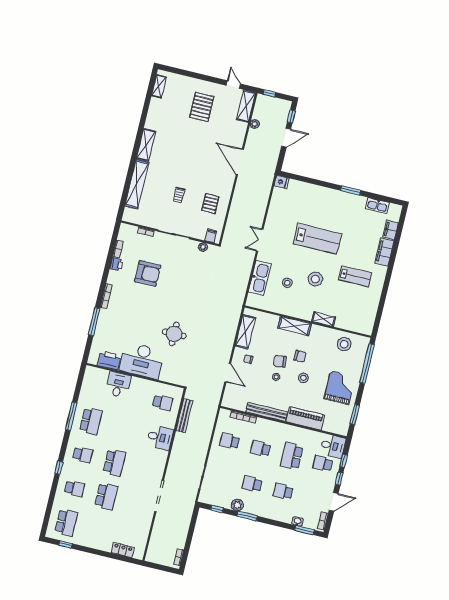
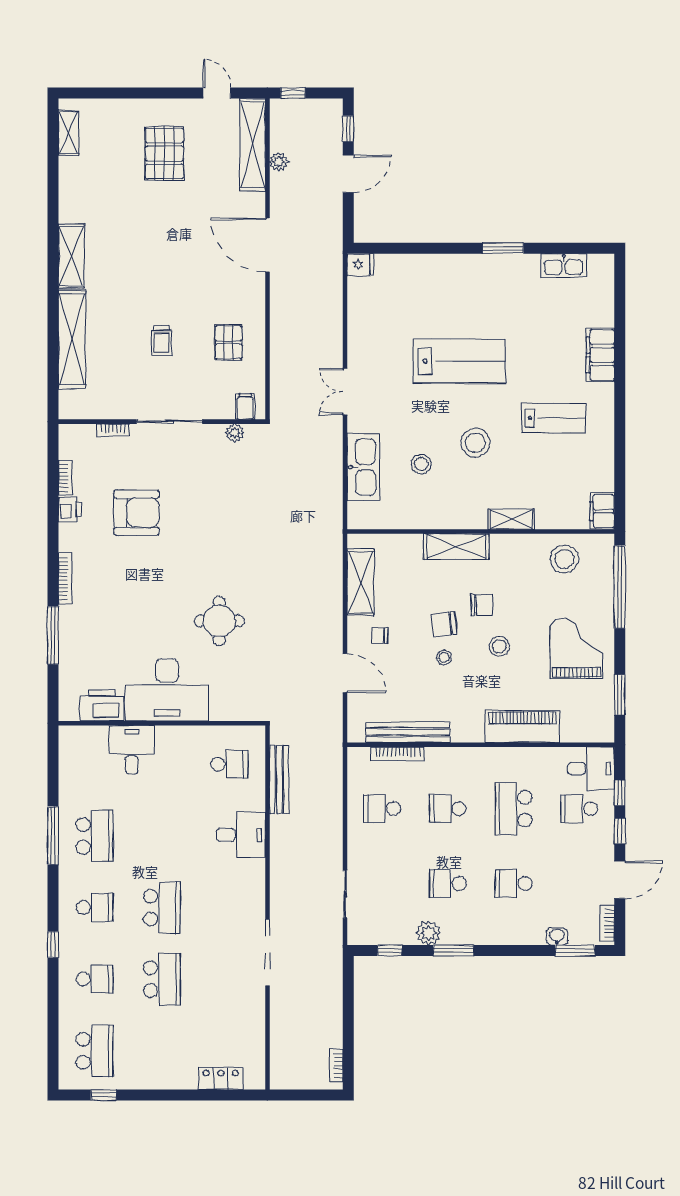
shelving: (246, 106) -> (253, 145), width x1.47
filing cabinet: (391, 230) -> (602, 511), moved
bench: (266, 412) -> (408, 732), moved

